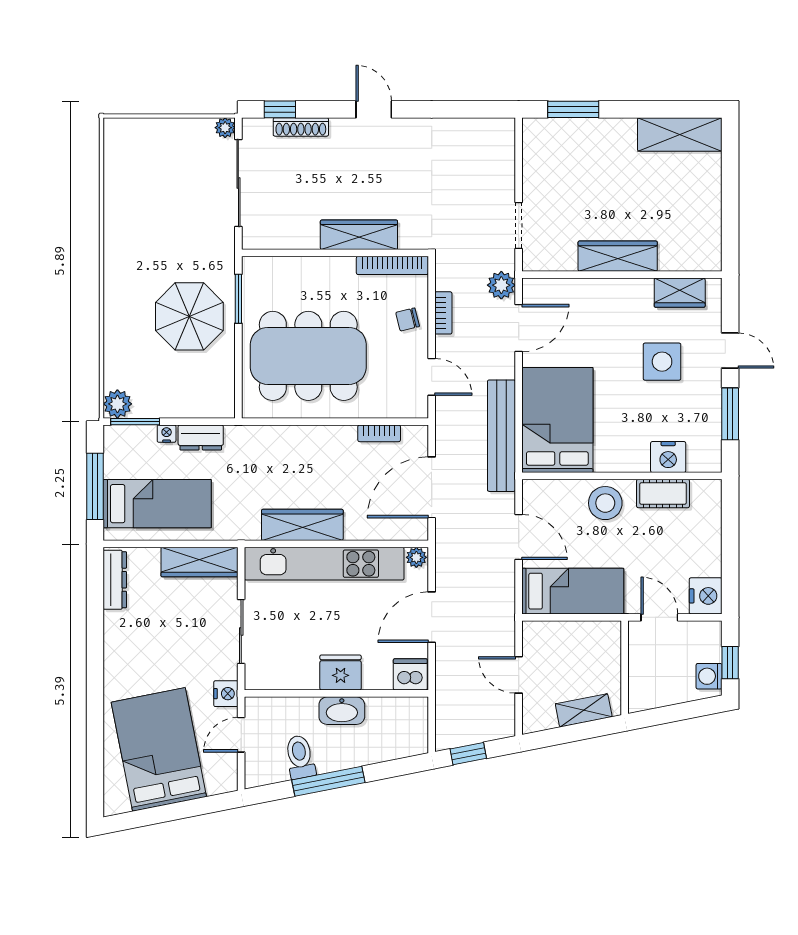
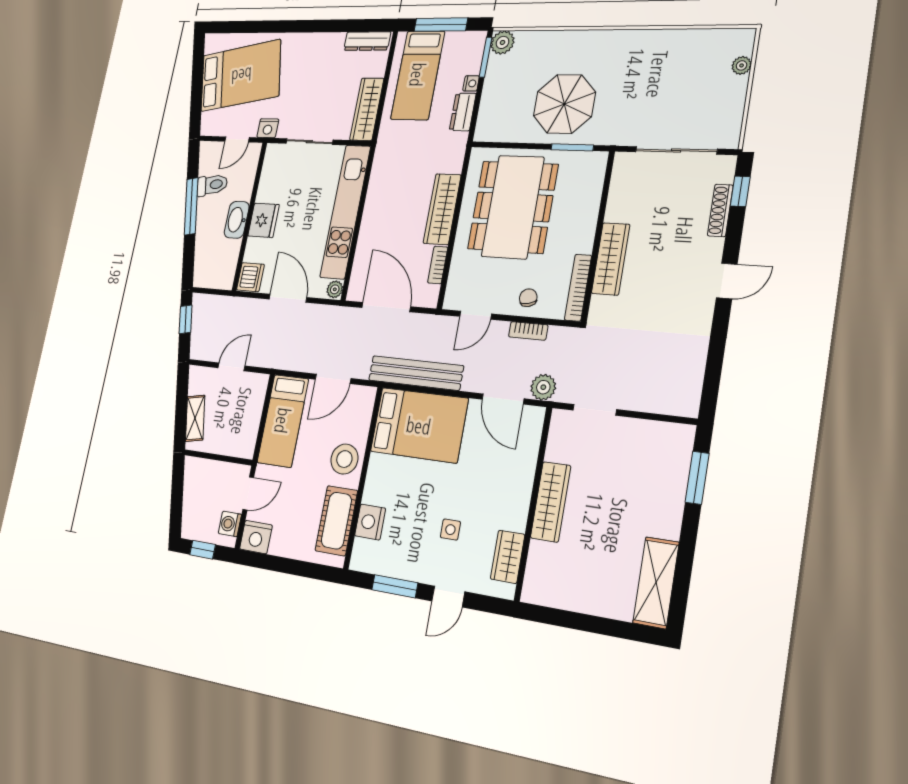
plant: (225, 128) -> (742, 65), moved
side table: (662, 362) -> (450, 530), width x0.54, depth x0.54
cot: (663, 494) -> (336, 521), width x1.37, depth x1.34
wardrobe: (302, 525) -> (442, 209), moved, turned 180
washing machine: (709, 676) -> (230, 524), moved, turned -90
door: (241, 735) -> (237, 139), swing flipped

